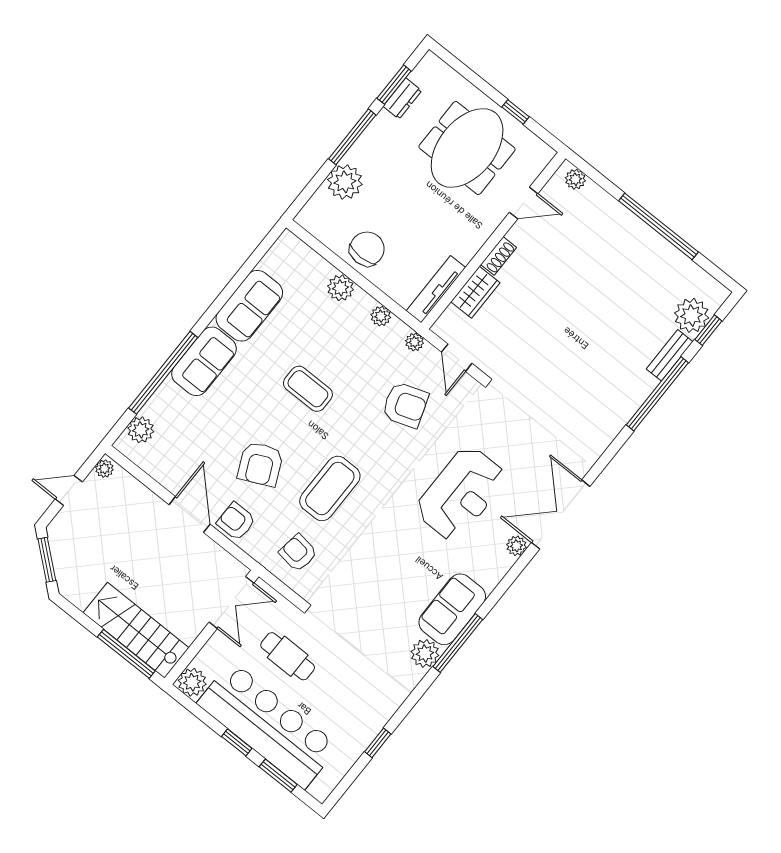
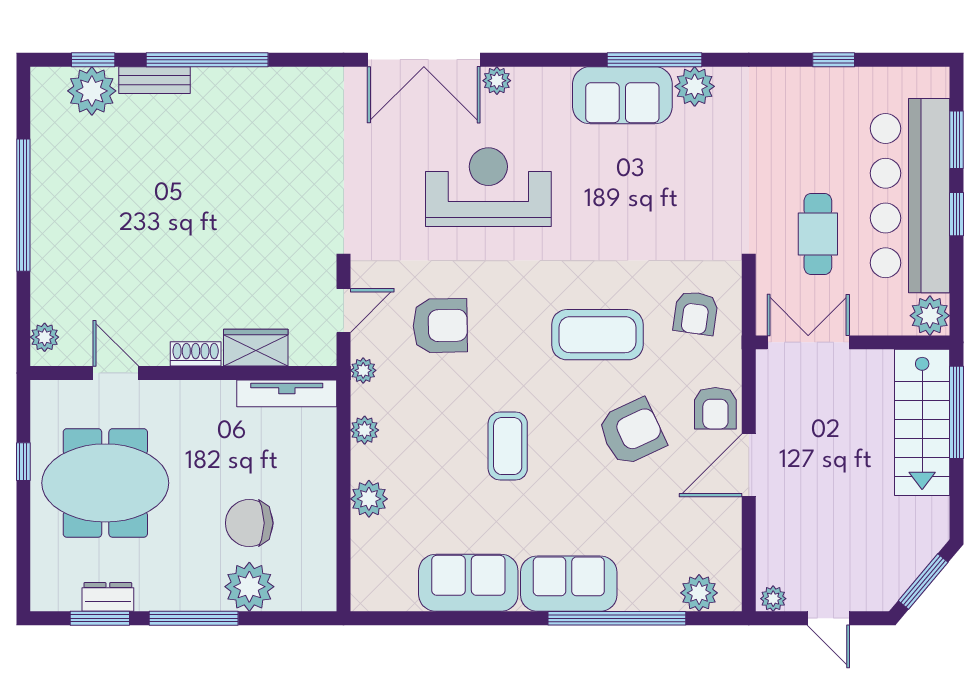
chair: (367, 249) -> (249, 523), moved
armchair: (405, 405) -> (440, 326), turned 108

